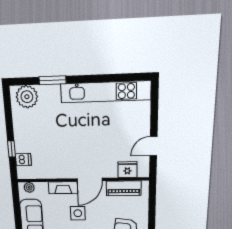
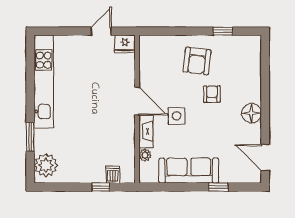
door: (153, 146) -> (101, 31), swing flipped
fridge: (127, 170) -> (125, 44), moved, turned -90
plant: (29, 187) -> (145, 155), moved
piano: (124, 188) -> (147, 63), removed

